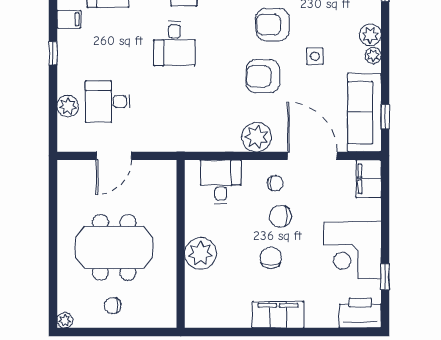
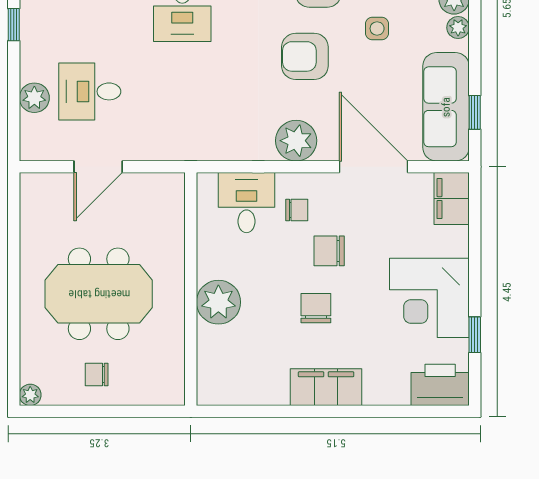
chair: (275, 183) -> (297, 210), moved

